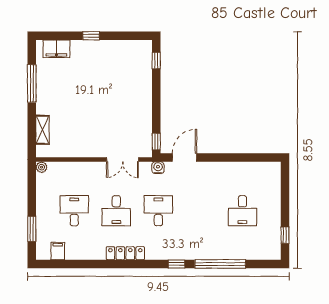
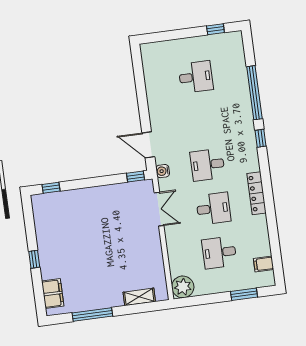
plant: (41, 167) -> (183, 287), width x1.88, depth x1.88

